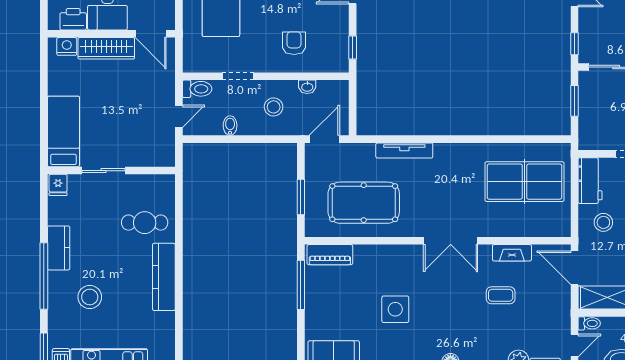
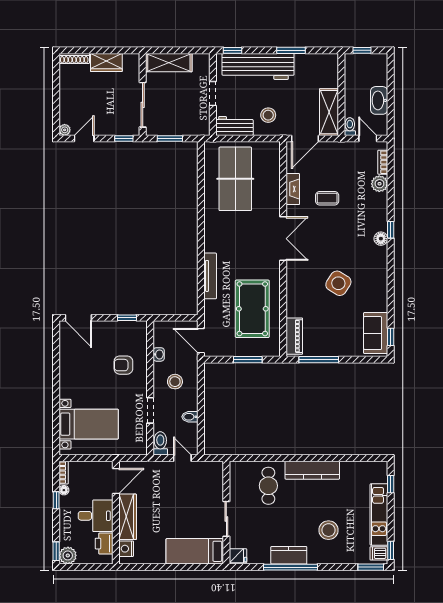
window: (44, 276) -> (291, 567), moved
coffee table: (501, 295) -> (327, 198), turned 90
side table: (395, 309) -> (338, 283), turned 32

